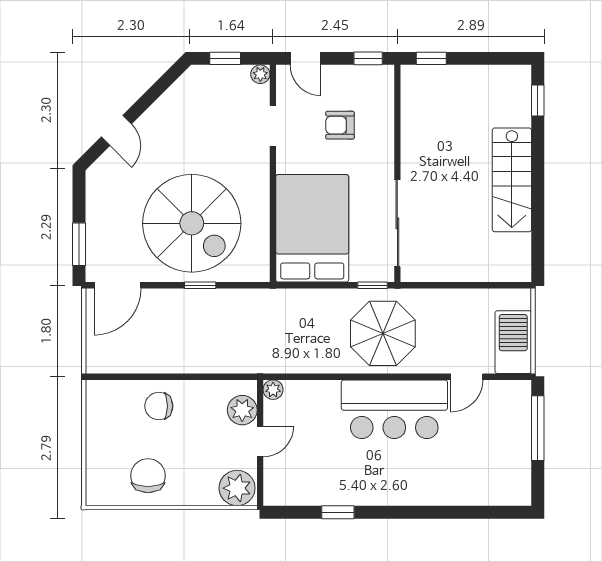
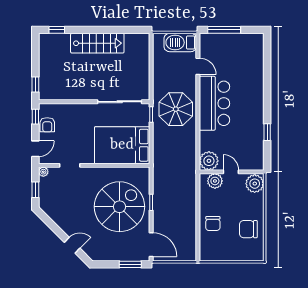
armchair: (340, 125) -> (47, 125), moved
plant: (273, 390) -> (209, 161), width x1.88, depth x1.88

